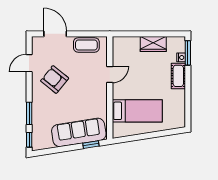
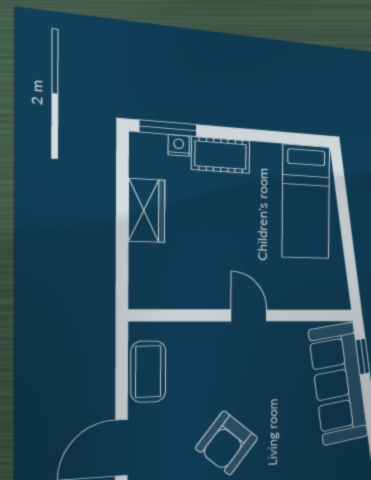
door: (110, 75) -> (249, 315), moved
bed: (137, 111) -> (306, 202), moved, turned 180

